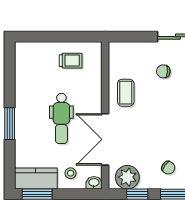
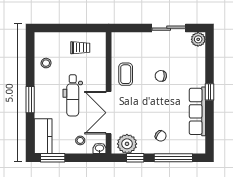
chair: (163, 71) -> (161, 76), moved
stool: (29, 79) -> (46, 63), added
kitchen counter: (36, 178) -> (43, 136), moved, turned 90

